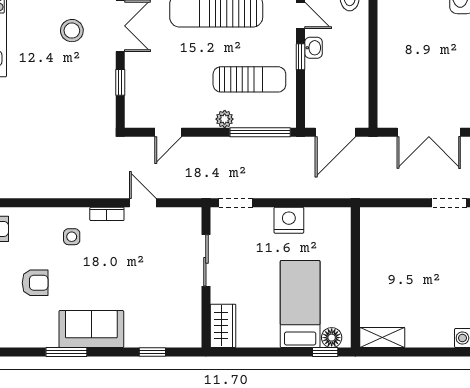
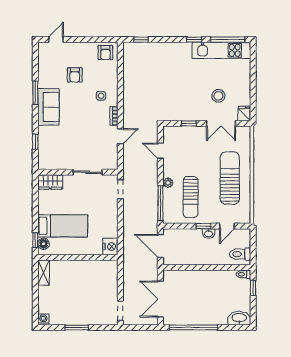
nightstand: (289, 220) -> (110, 246), moved

